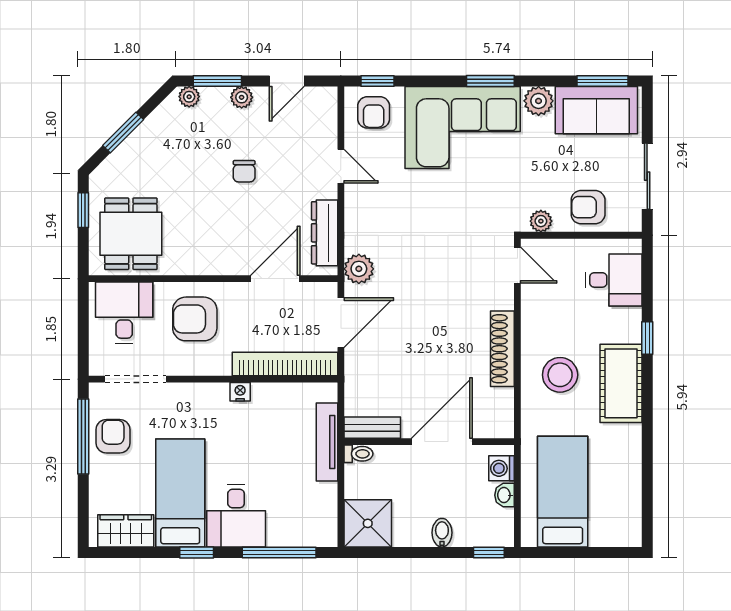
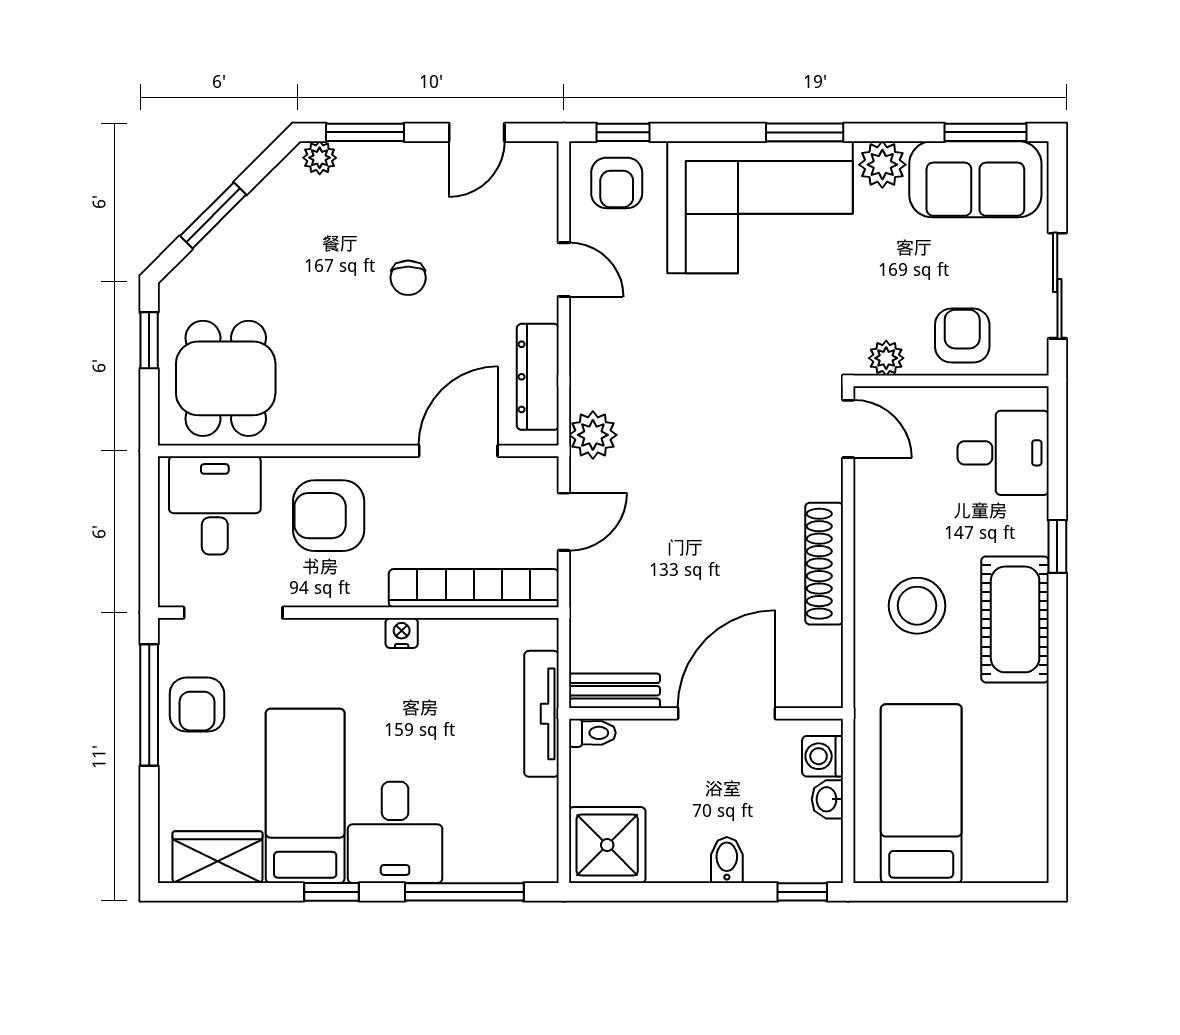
plant: (242, 97) -> (404, 159), removed
armchair: (588, 207) -> (962, 336), turned 90
door: (341, 323) -> (564, 522), width x0.73
armchair: (113, 436) -> (197, 705), turned 180

